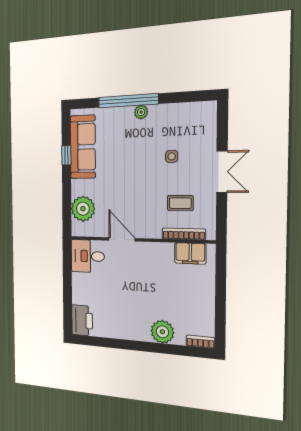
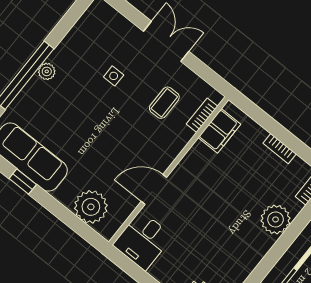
bookcase: (184, 234) -> (202, 115), width x0.64
bookcase: (210, 302) -> (280, 149), added

